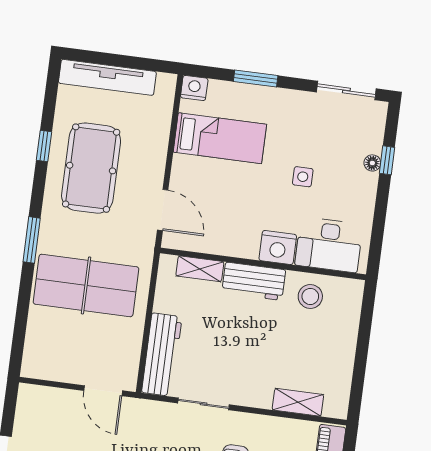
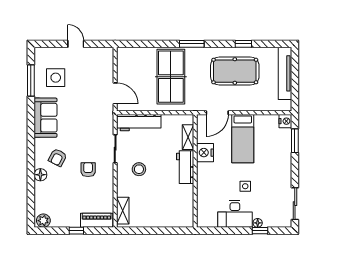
window: (256, 79) -> (295, 141), moved
bed: (220, 138) -> (243, 139), moved
desk: (329, 245) -> (235, 214), moved, turned -90
nightstand: (278, 247) -> (205, 153), moved
stool: (310, 296) -> (139, 169), moved
door: (103, 391) -> (115, 93), swing flipped
shelving: (298, 402) -> (123, 211), moved

